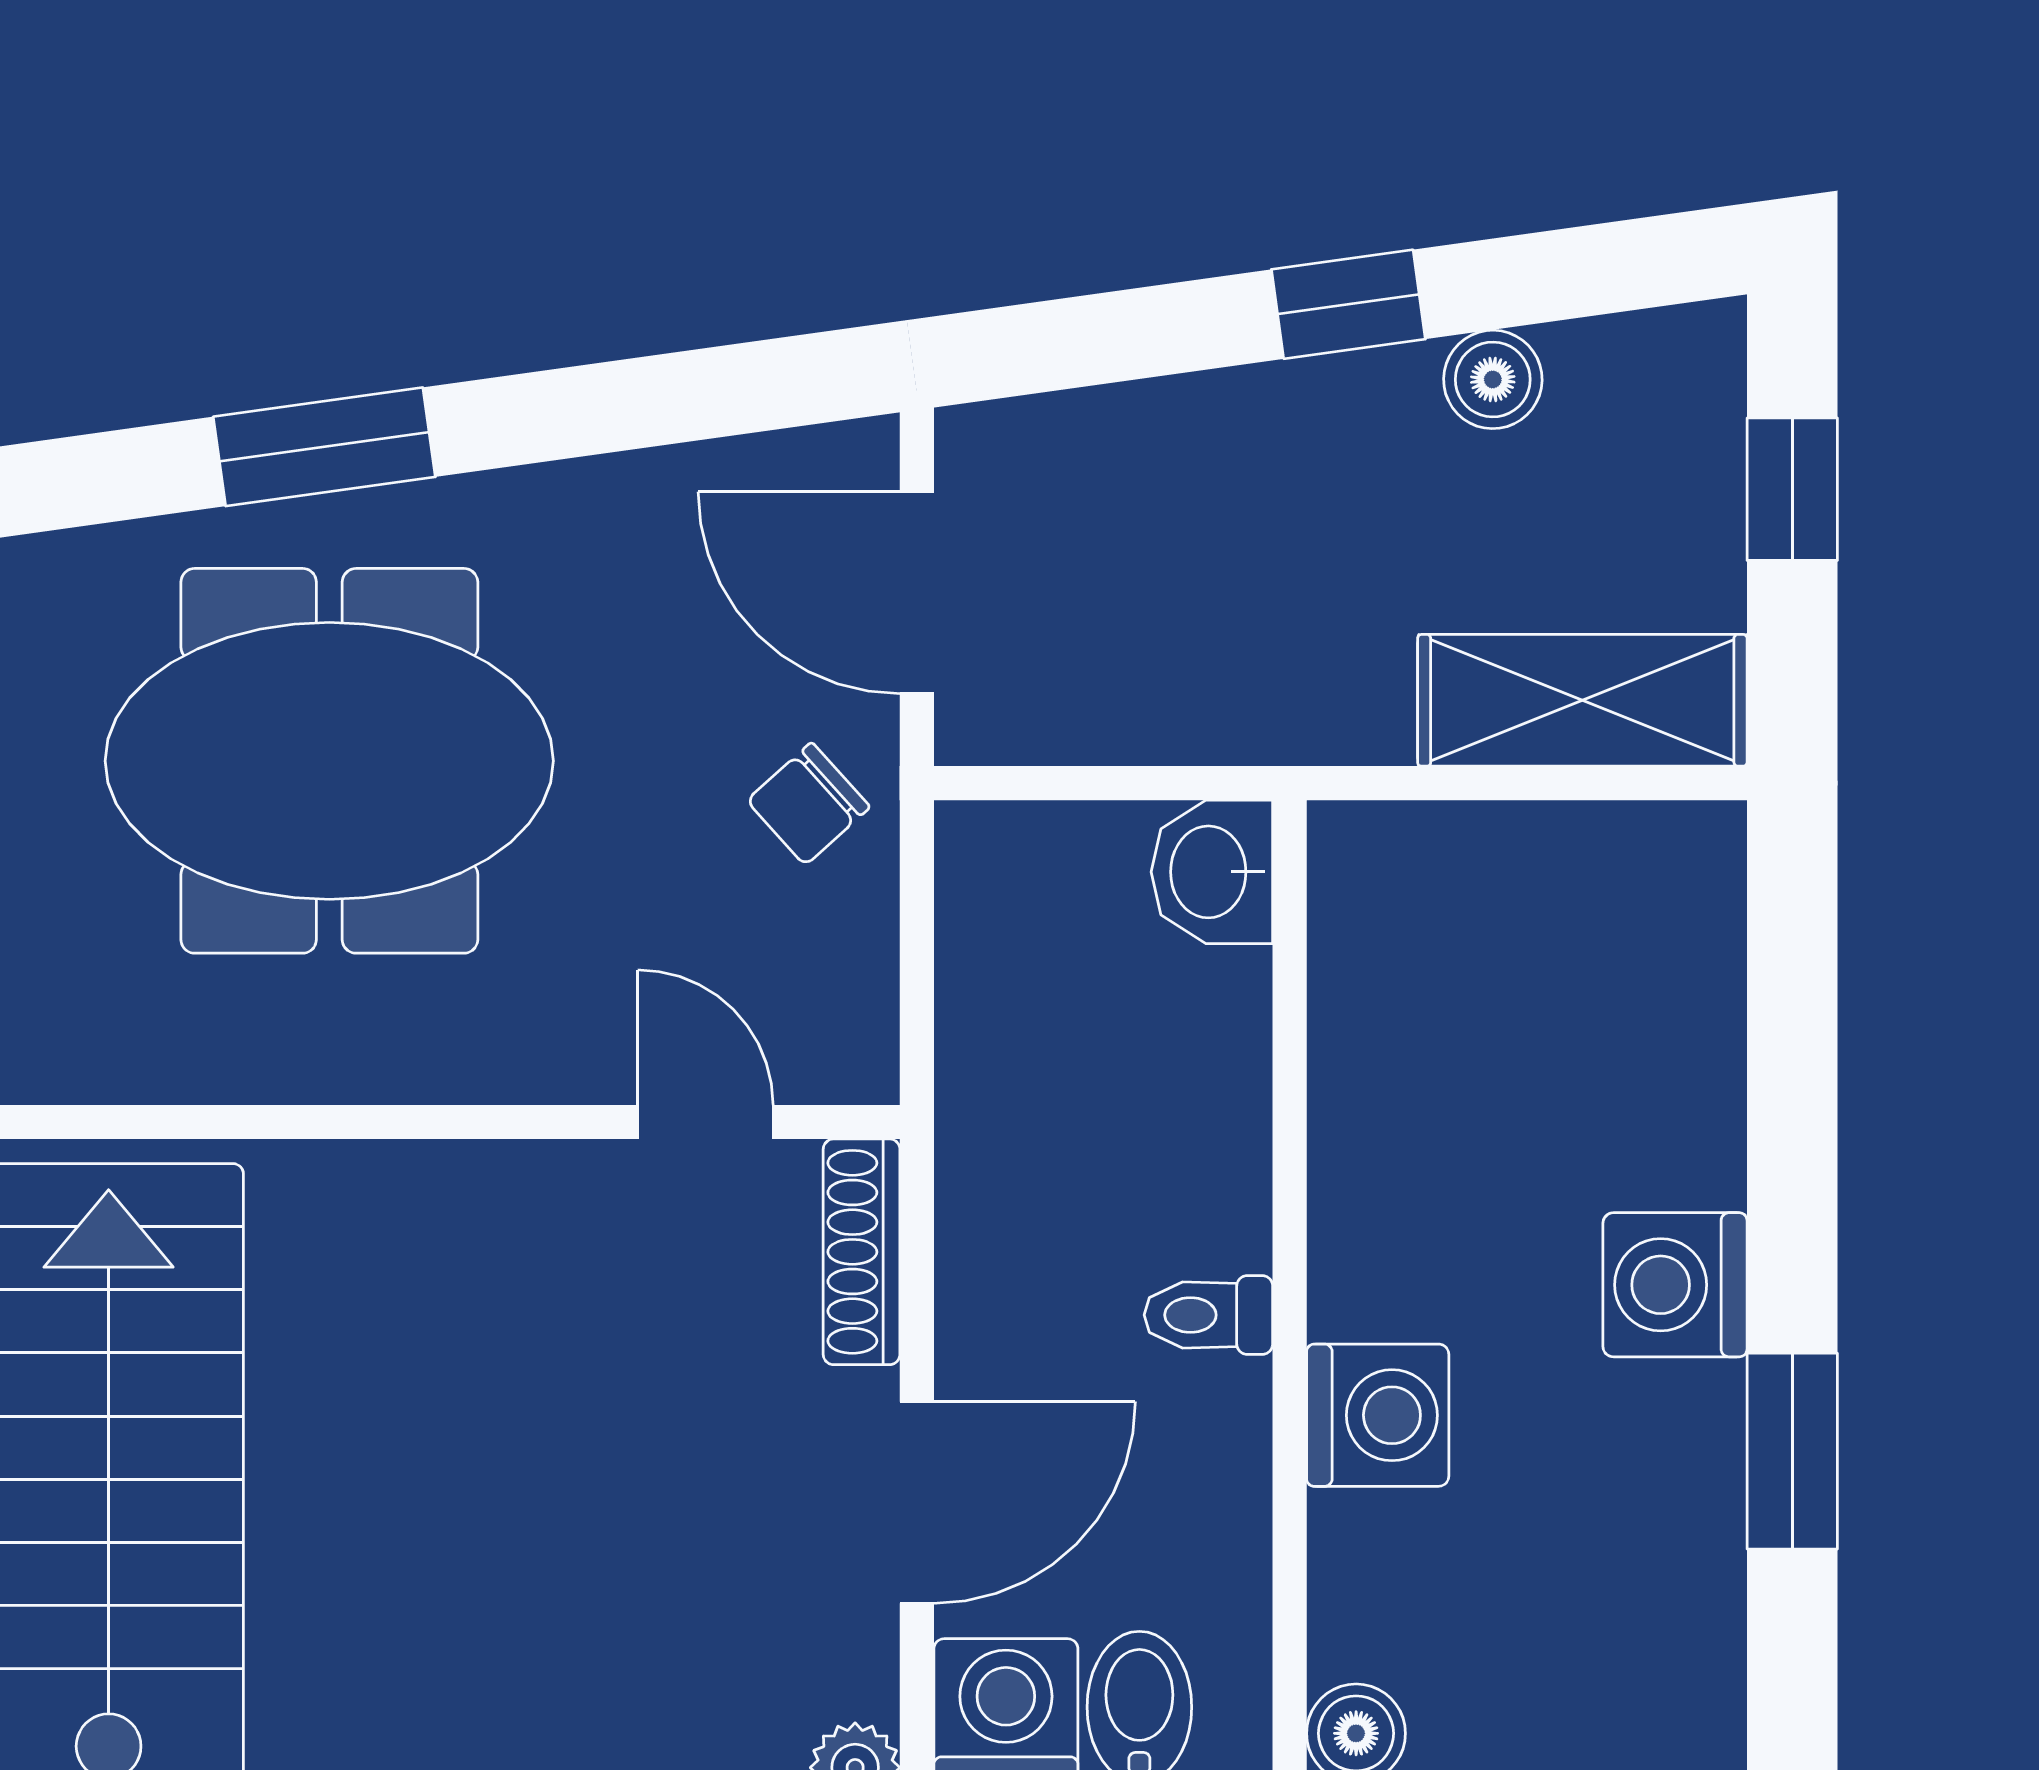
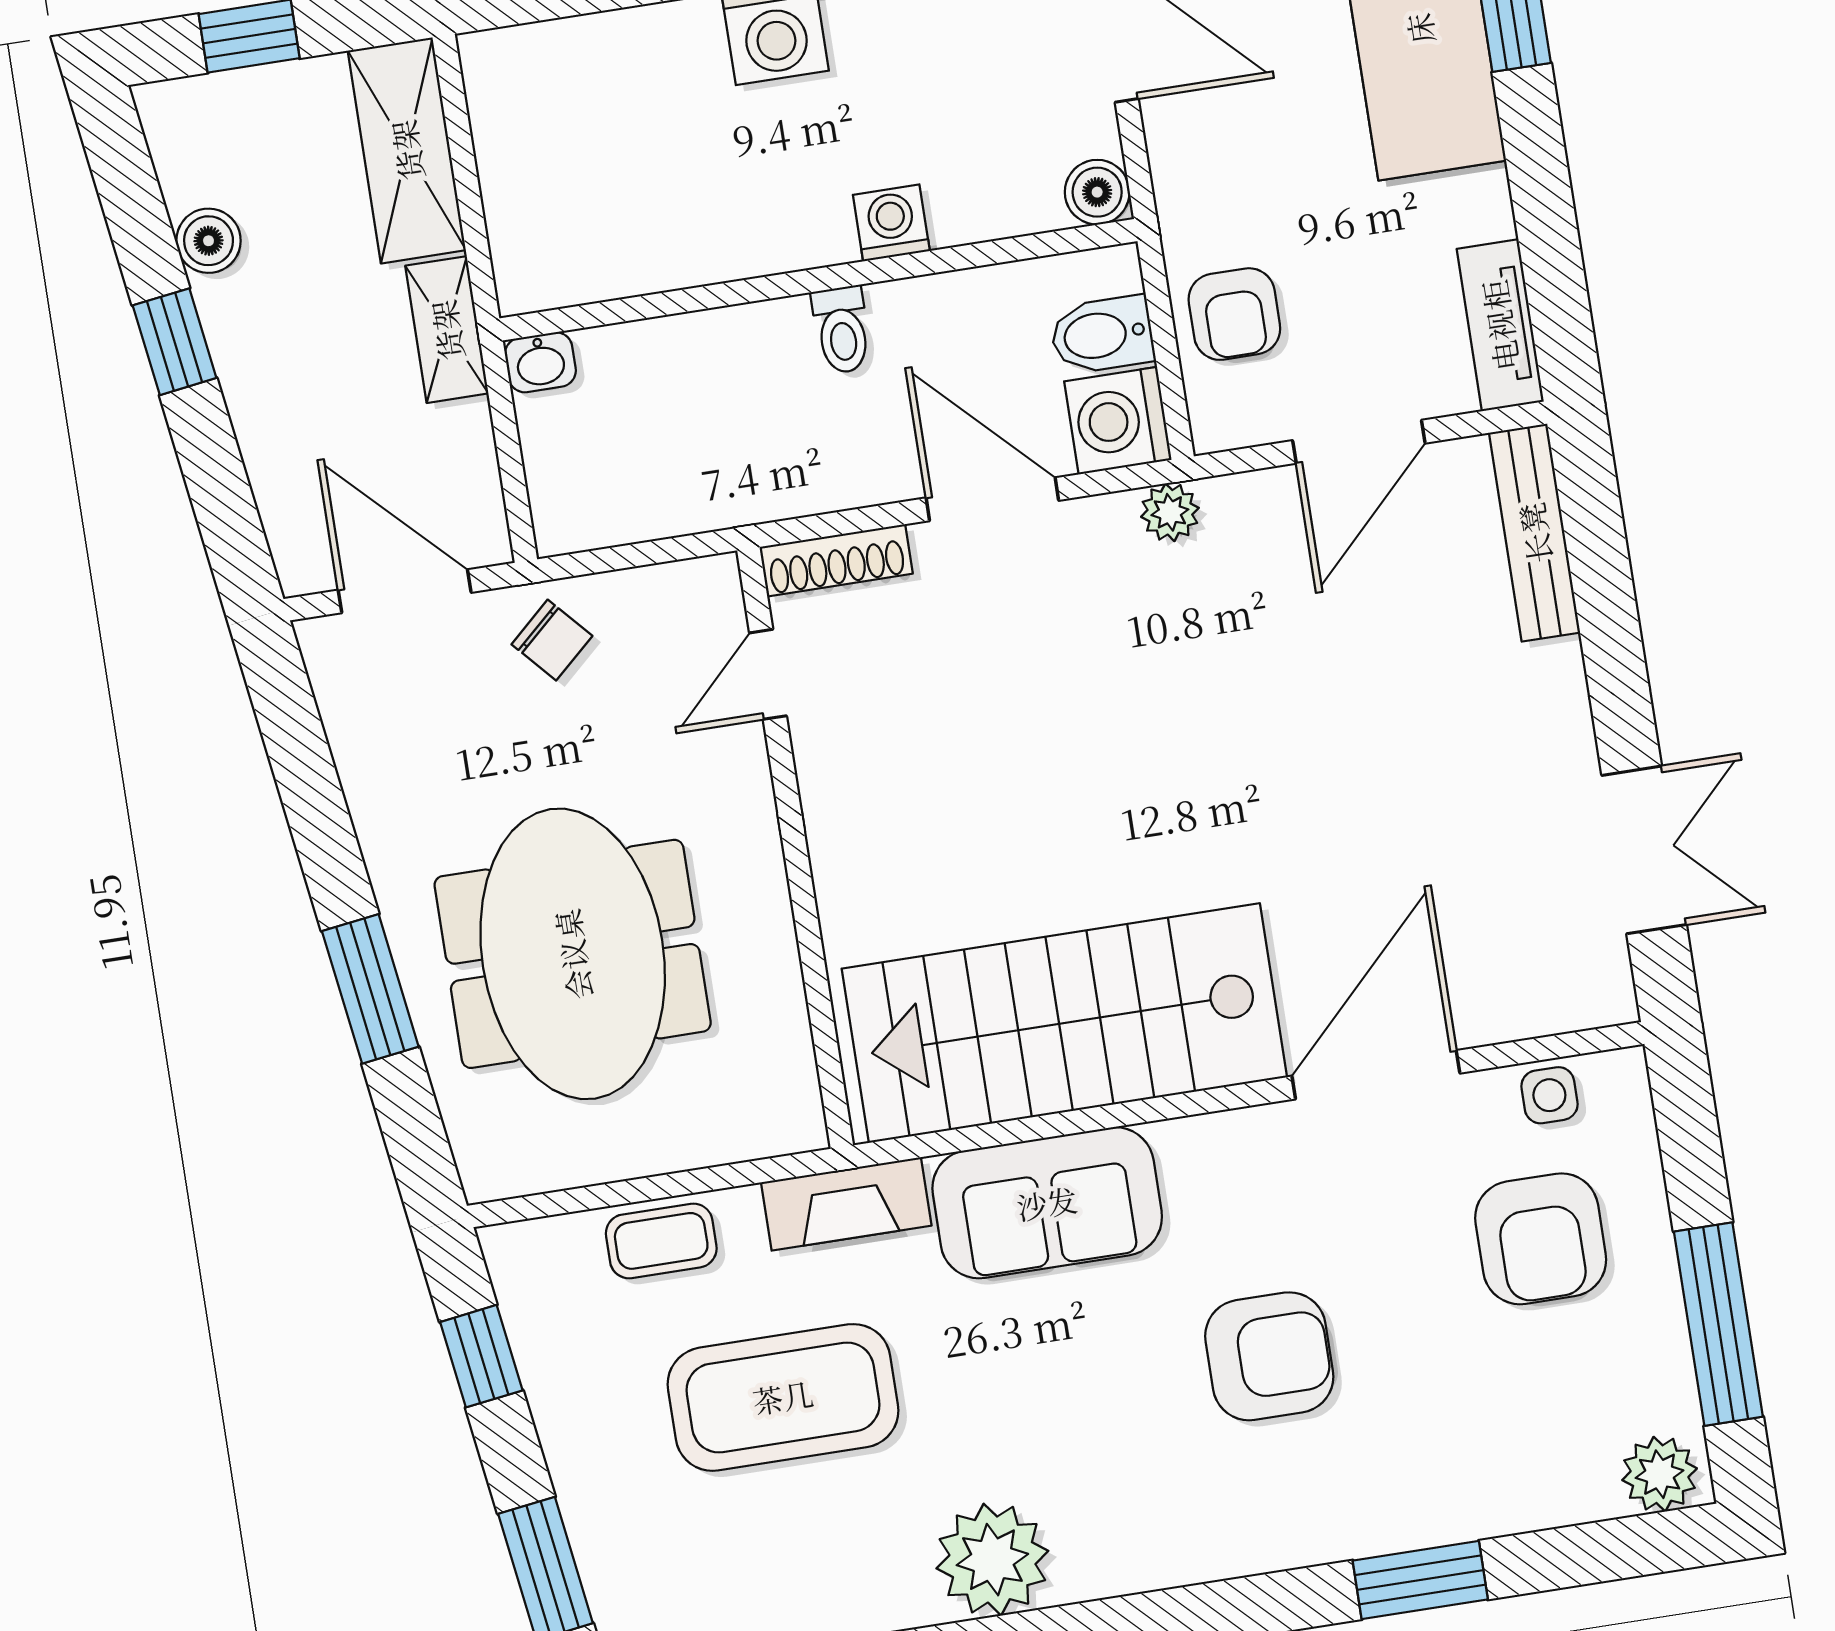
door: (917, 593) -> (405, 591), swing flipped
shelving: (1302, 718) -> (447, 330), added
washbasin: (1212, 872) -> (540, 362), width x0.72, depth x0.69
washing machine: (1378, 1415) -> (891, 223), width x0.73, depth x0.73

